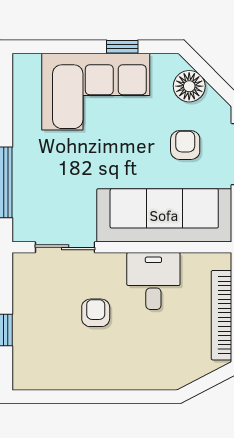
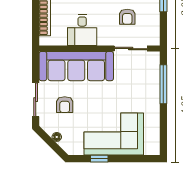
floor lamp: (189, 86) -> (57, 137), width x0.53, depth x0.53
armchair: (96, 313) -> (127, 17), moved

